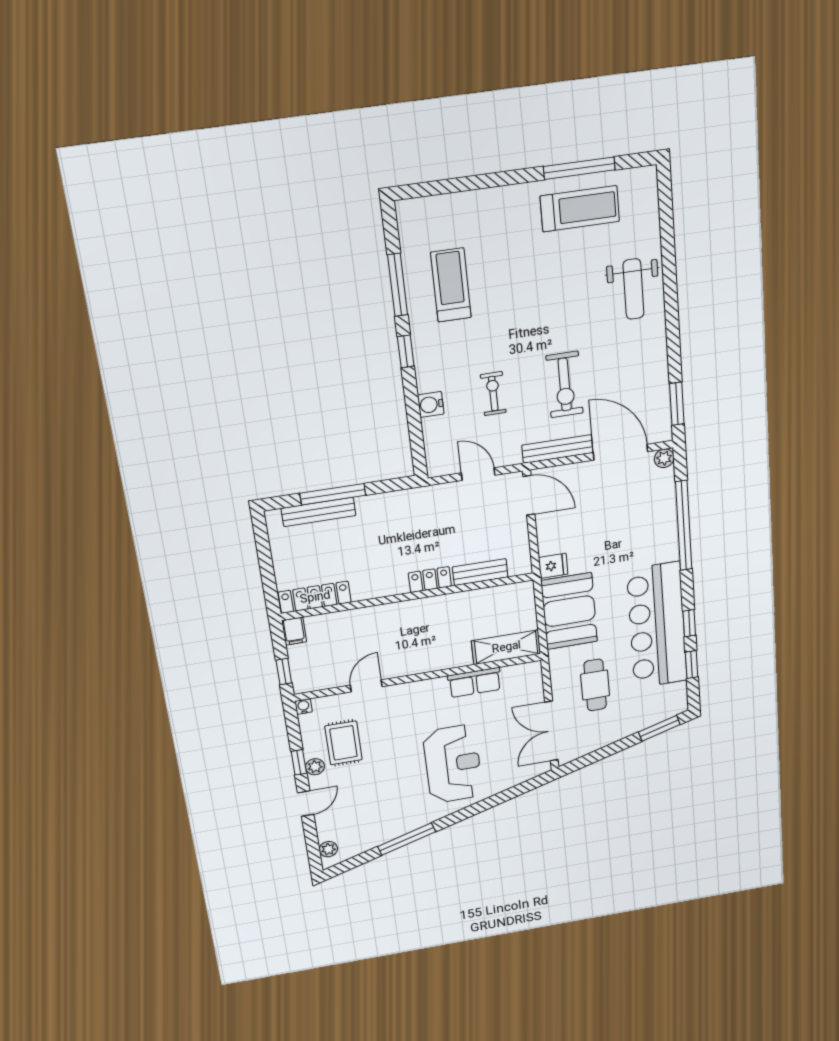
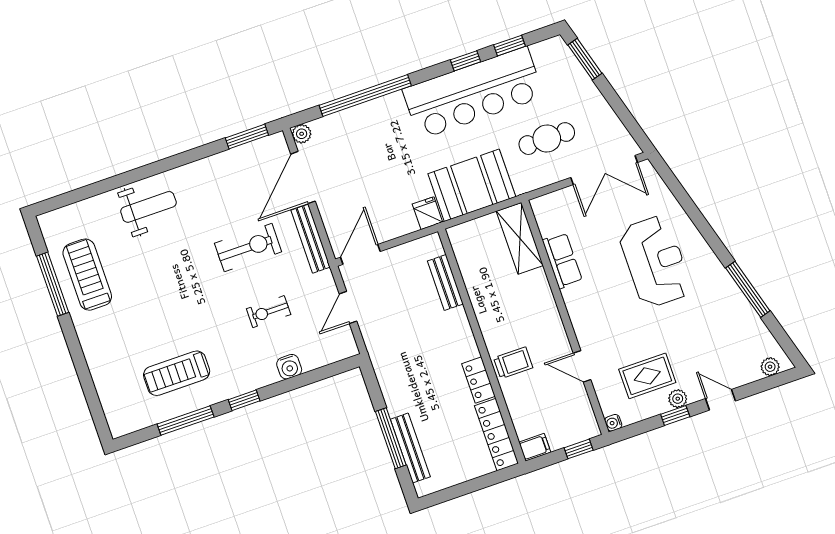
locker: (430, 580) -> (479, 380), moved
trolley: (384, 623) -> (513, 363), added
reception desk: (453, 764) -> (655, 262), turned 90

